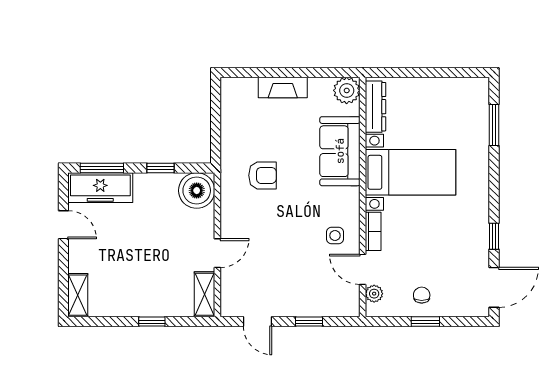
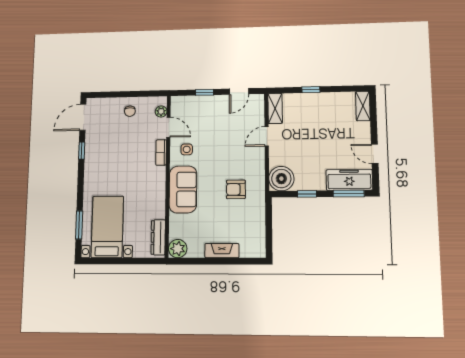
sofa: (340, 151) -> (183, 189), moved
bed with nightstands: (410, 172) -> (107, 227), moved, turned 90
door: (257, 322) -> (239, 91), swing flipped
window: (425, 322) -> (128, 94), removed

